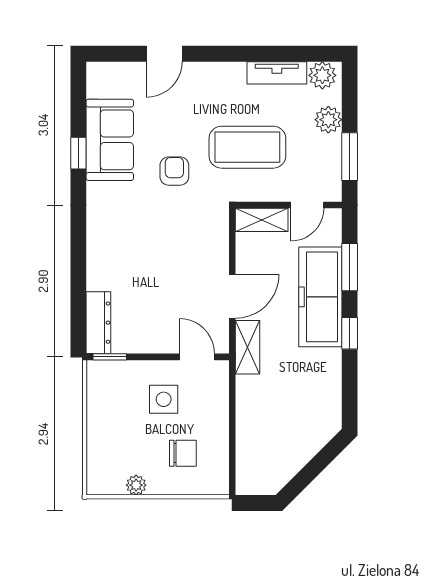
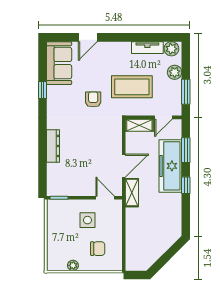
sofa: (110, 140) -> (59, 63), moved
dresser: (98, 323) -> (53, 146), moved

